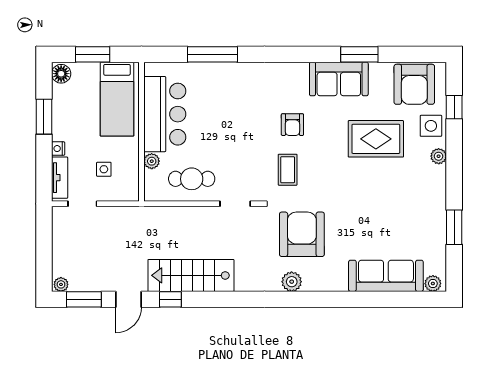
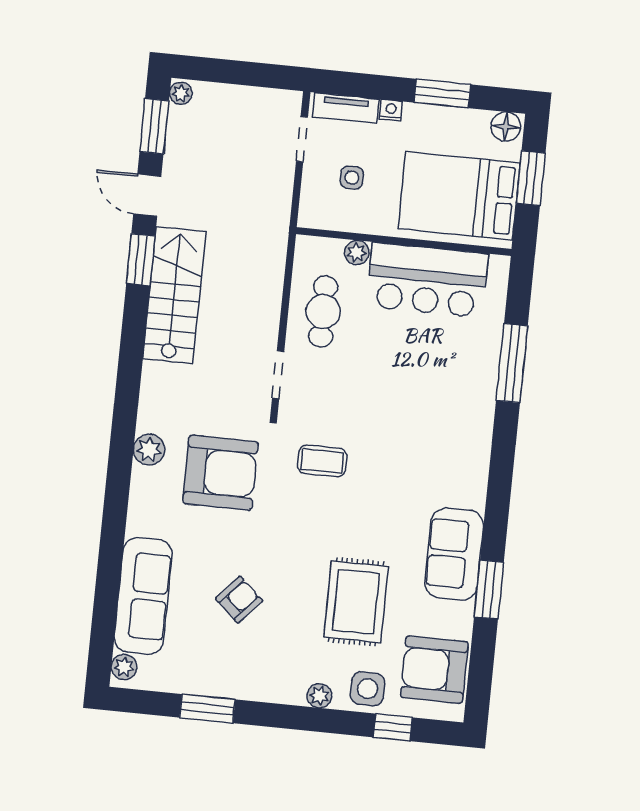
bed: (117, 99) -> (459, 196), width x1.50
armchair: (292, 125) -> (239, 600), moved, turned 132
window: (170, 299) -> (141, 260), width x1.50

